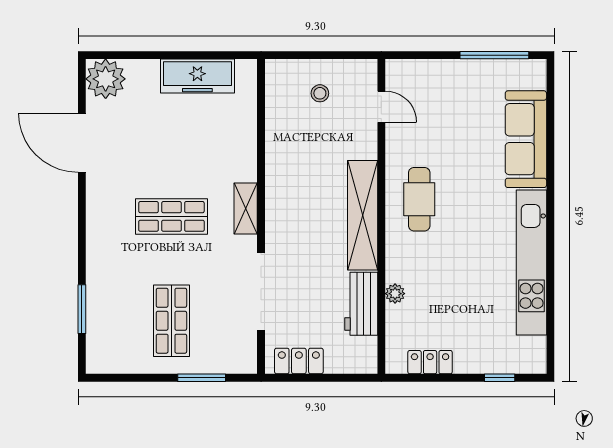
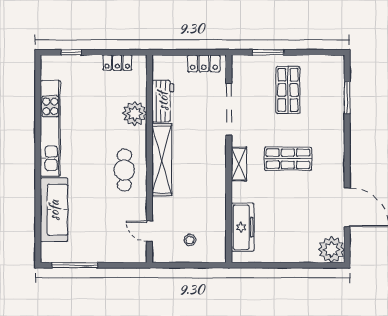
freezer: (197, 76) -> (243, 227), moved, turned 90
plant: (395, 294) -> (135, 114), width x1.87, depth x1.87

